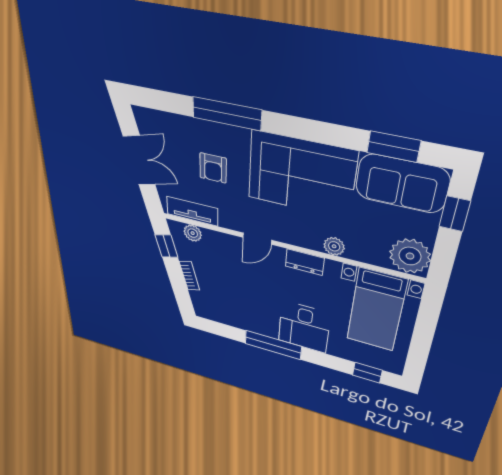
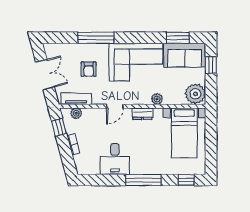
desk: (304, 327) -> (115, 159), moved
window: (273, 345) -> (143, 180), moved

